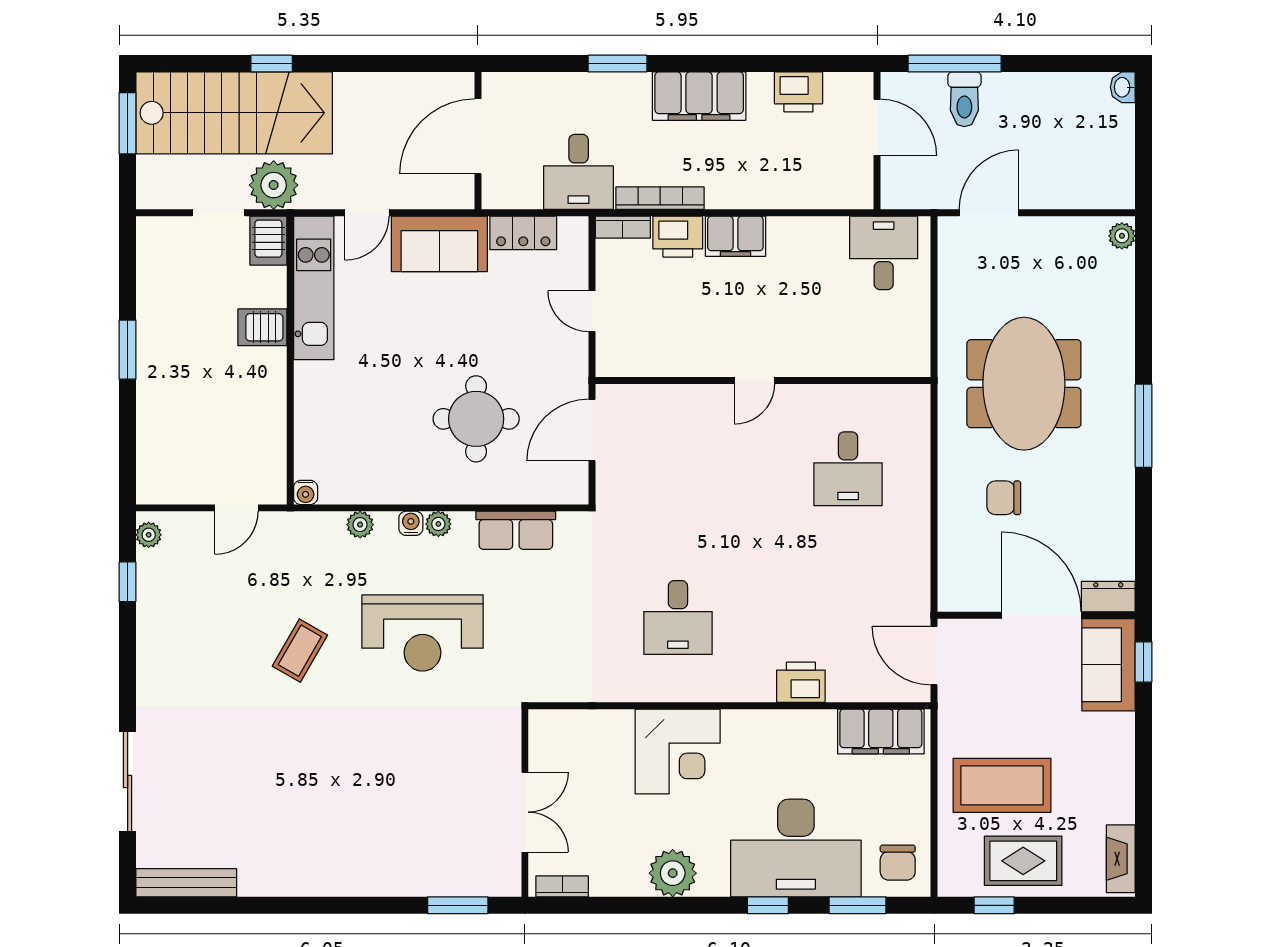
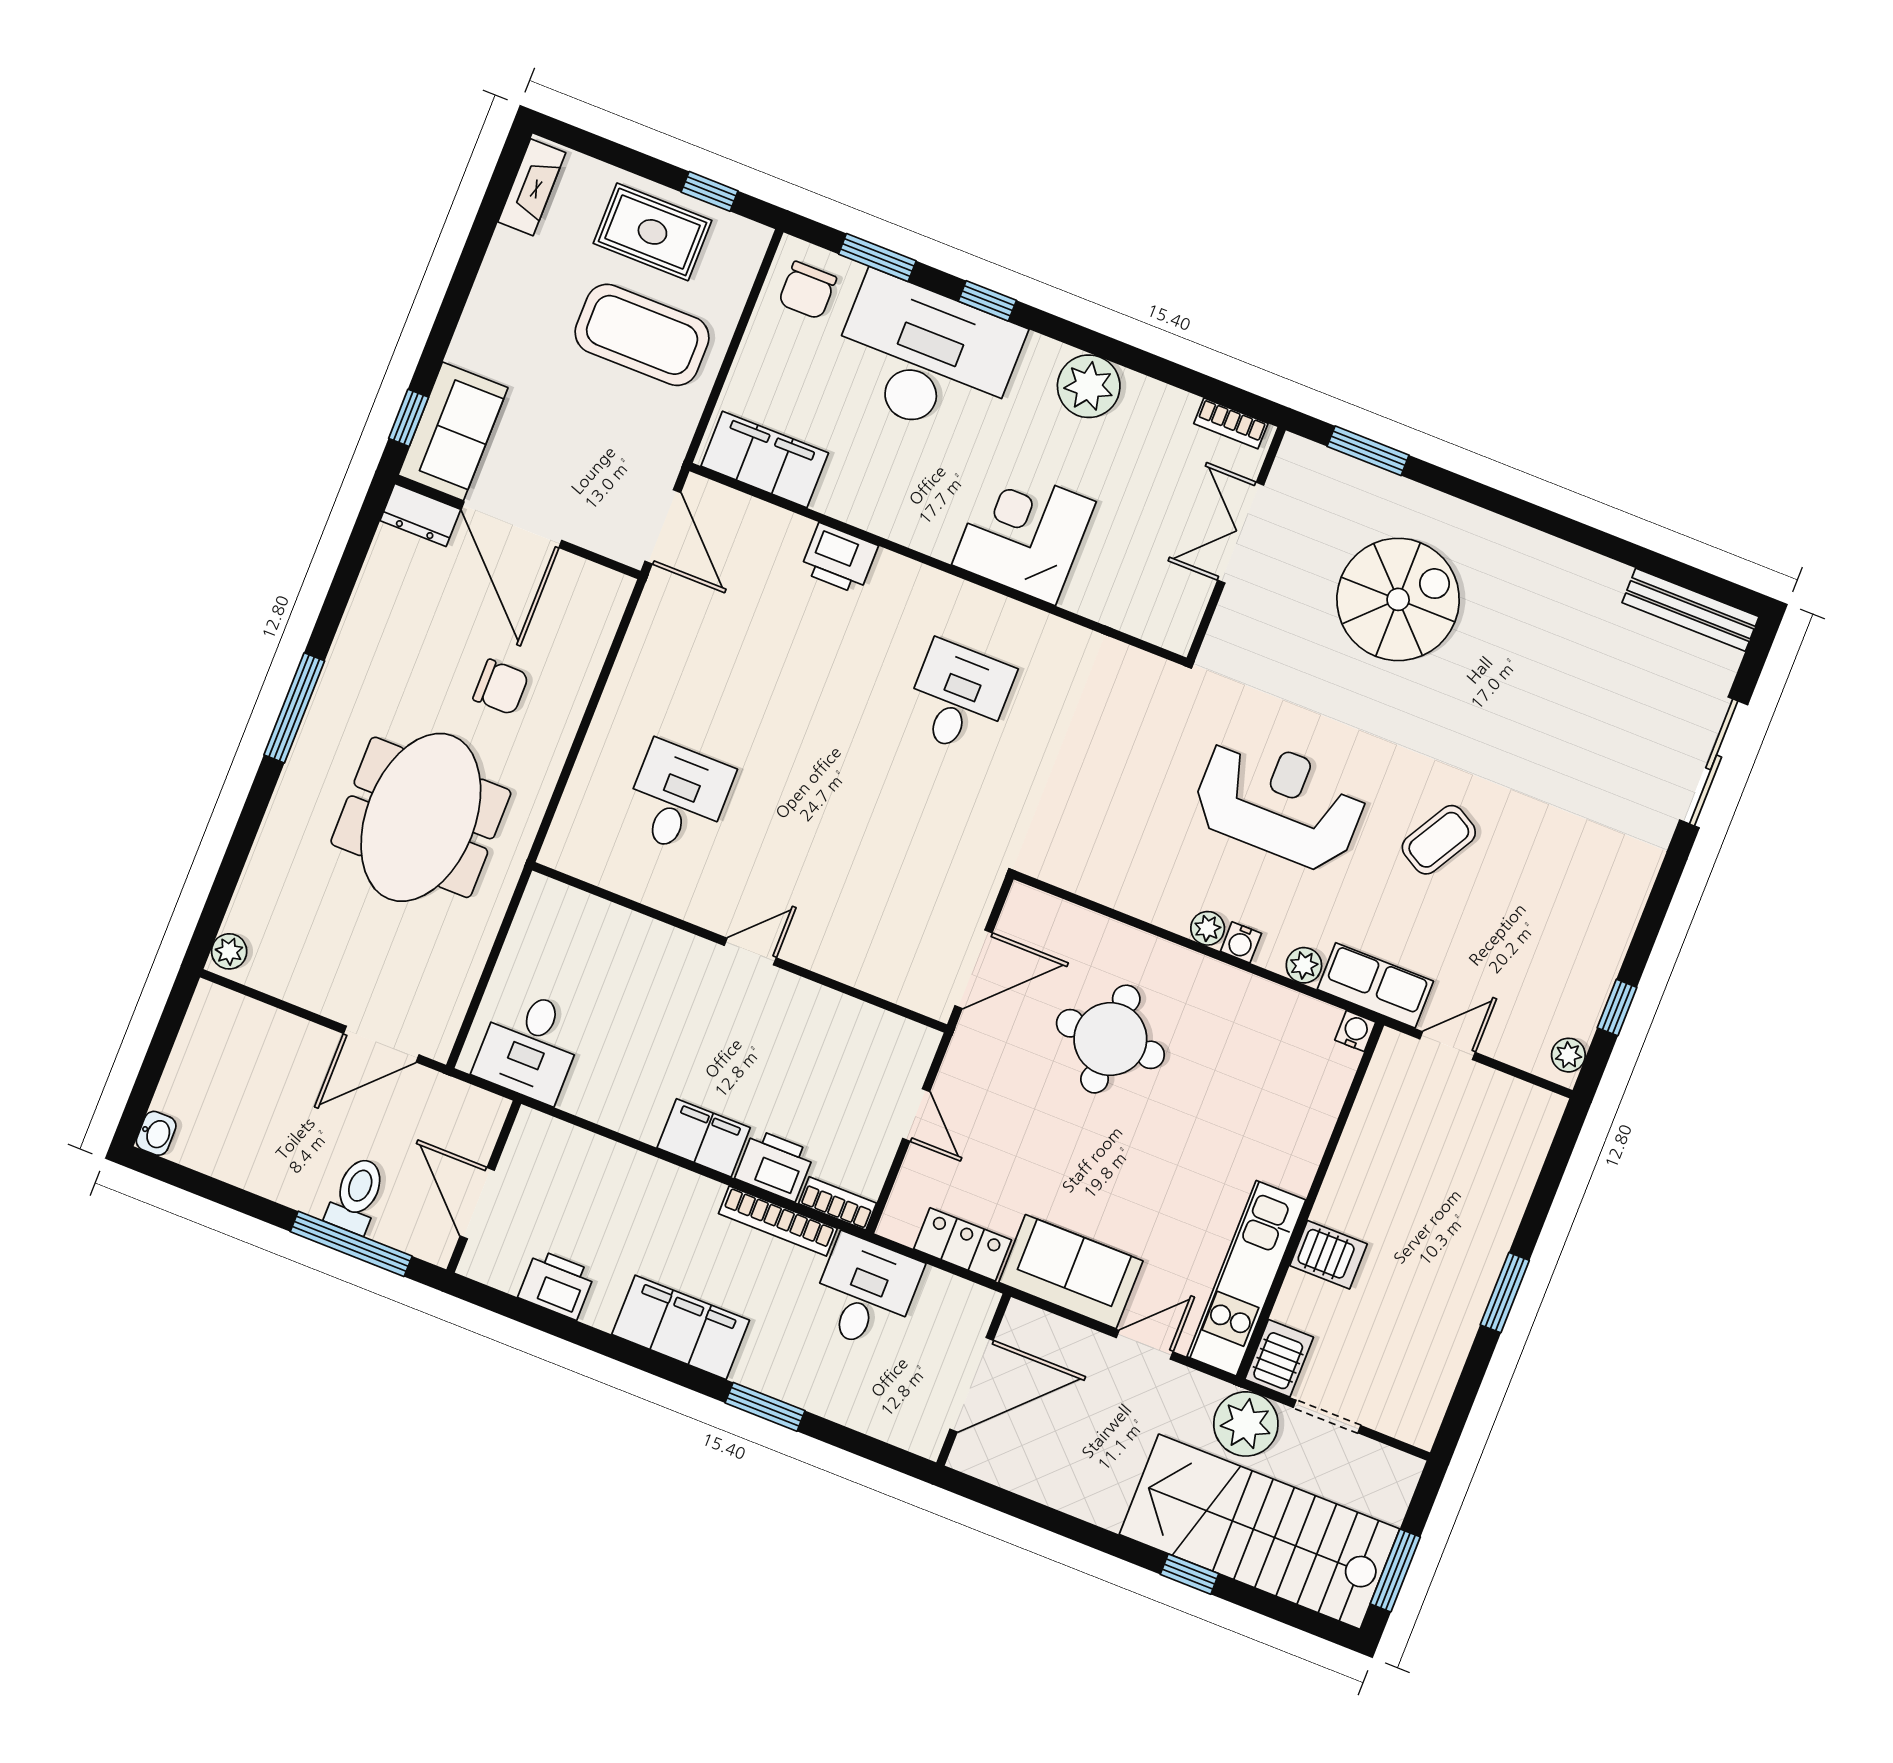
row of seats: (516, 530) -> (1375, 985), moved
spiral stairs: (395, 809) -> (1398, 599), added
chair: (898, 863) -> (807, 290), turned 180

